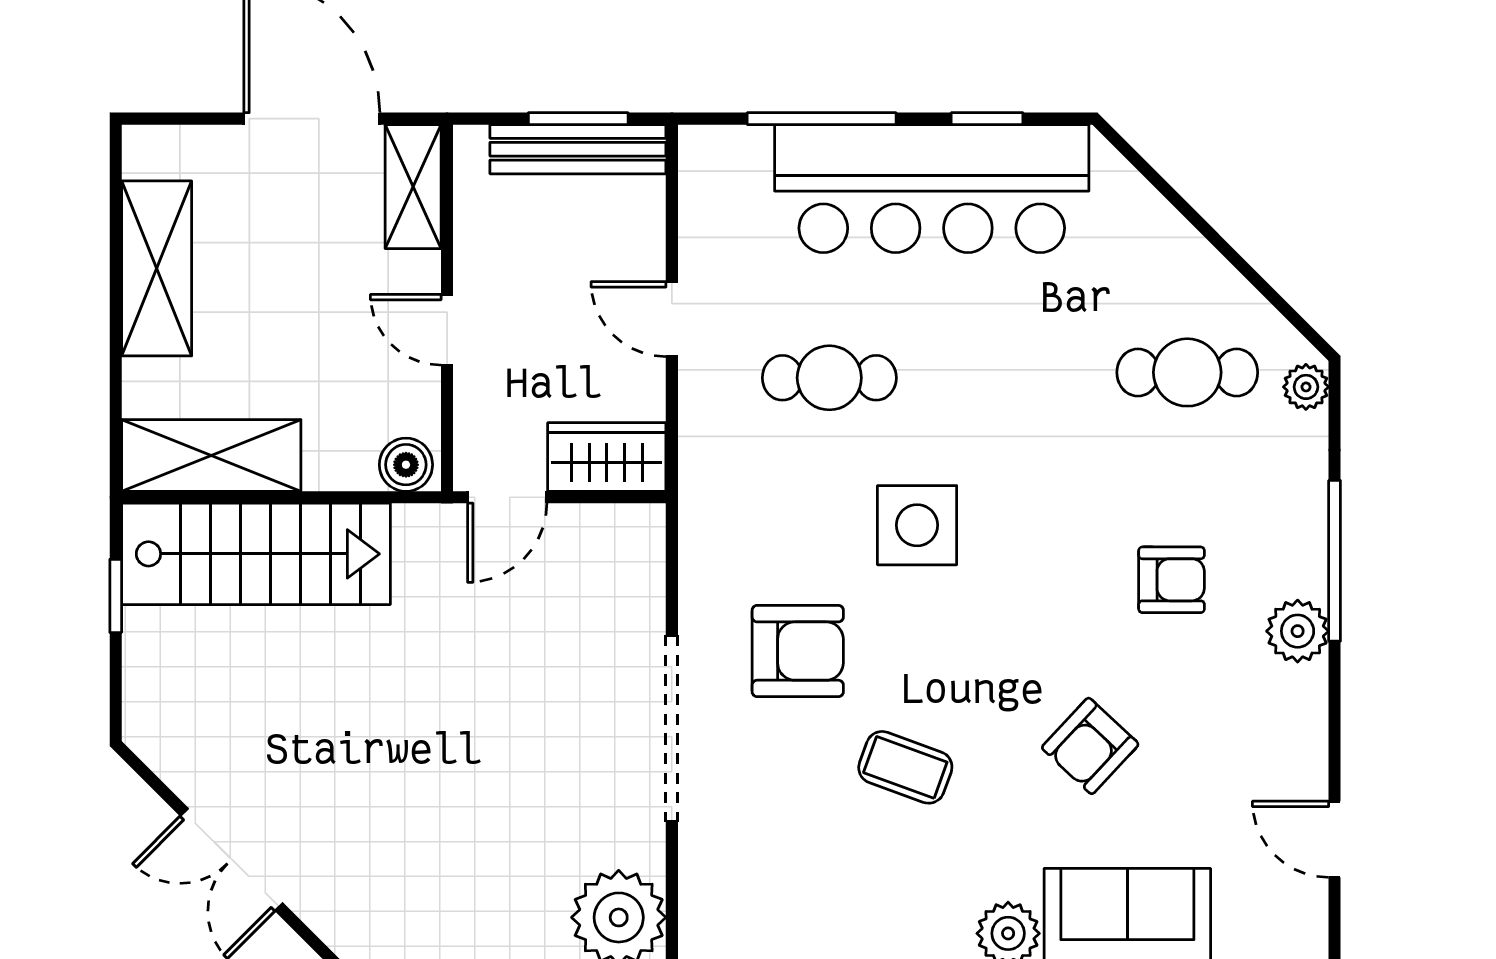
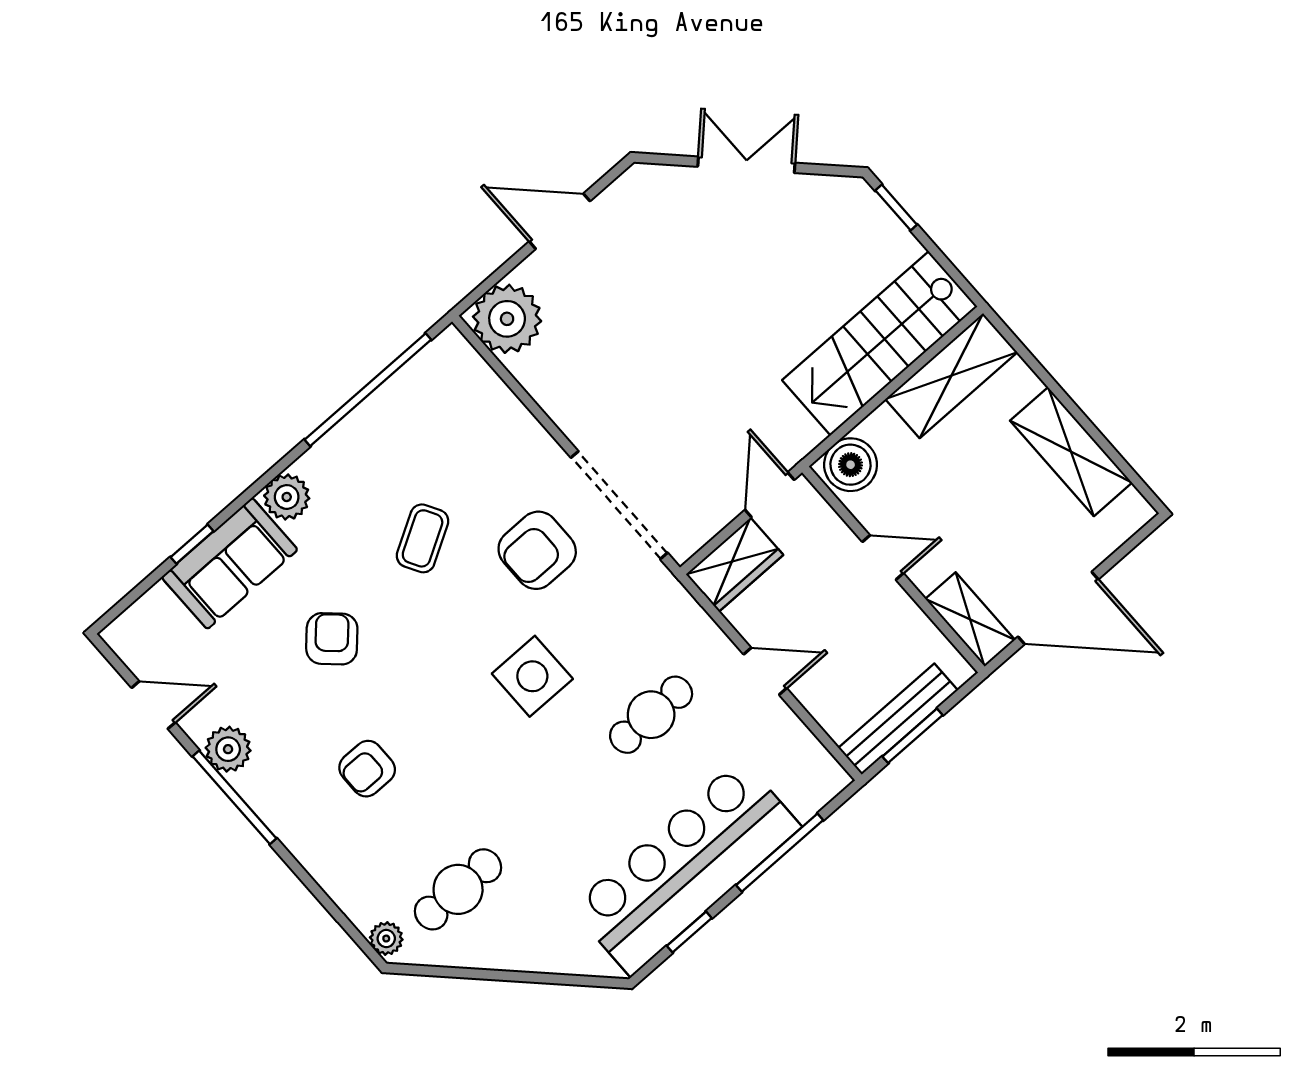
boiler: (406, 465) -> (851, 465), width x1.36, depth x1.36
window: (1335, 561) -> (235, 797), moved
window: (116, 596) -> (896, 208), moved
plant: (1298, 631) -> (228, 749), moved
doorway: (672, 729) -> (619, 505), moved
coffee table: (905, 767) -> (423, 538), turned -50

